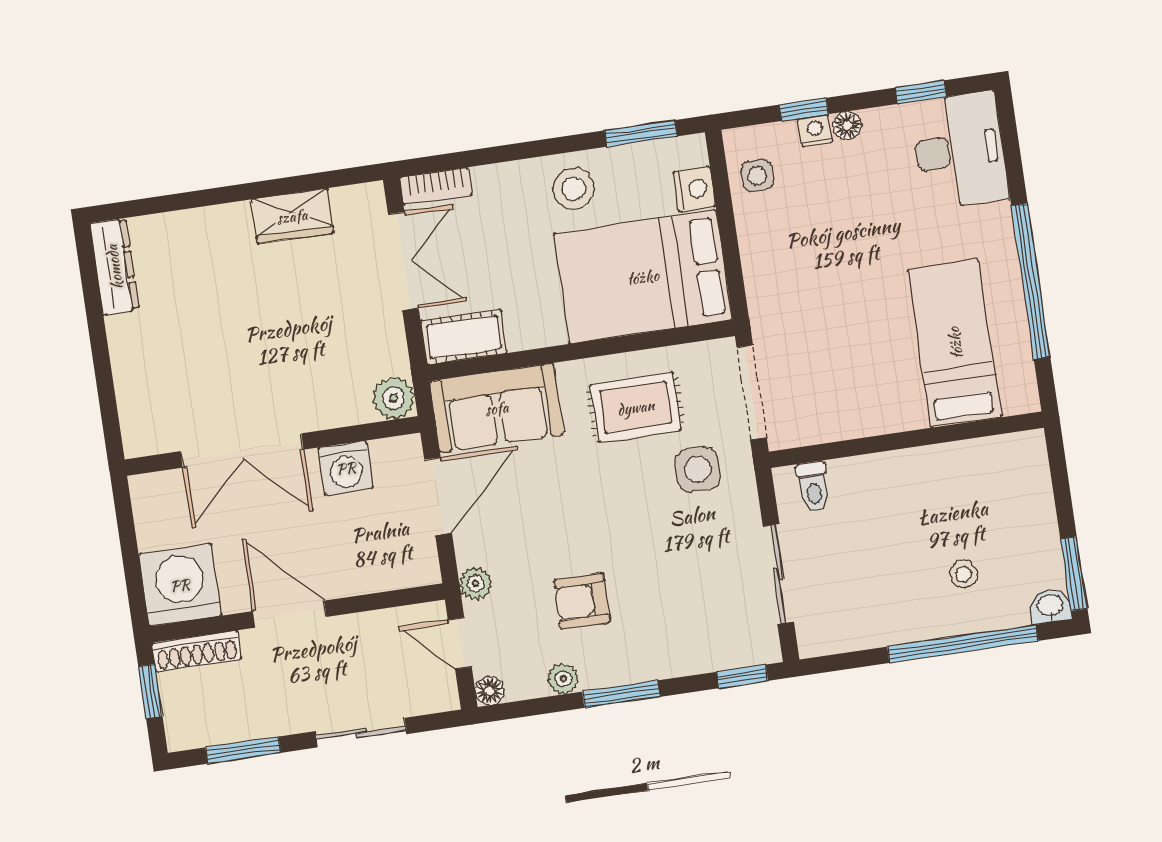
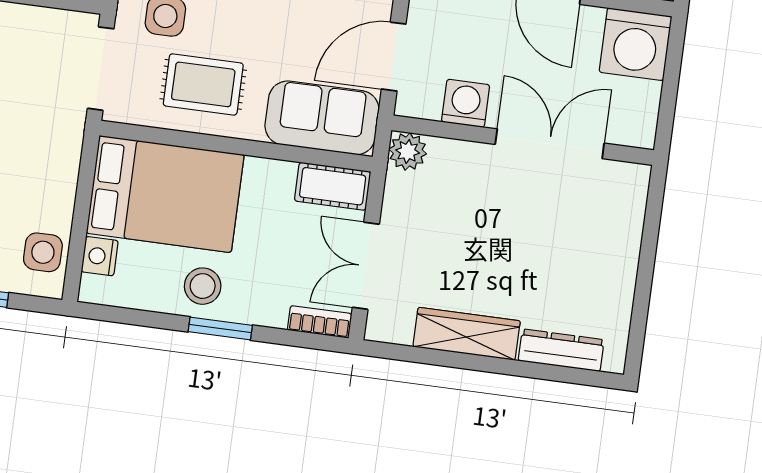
window: (641, 133) -> (220, 329), moved
side table: (757, 176) -> (43, 252), width x1.37, depth x1.37
wardrobe: (292, 216) -> (467, 334), width x1.50
dresser: (114, 267) -> (561, 350), moved, turned 90

